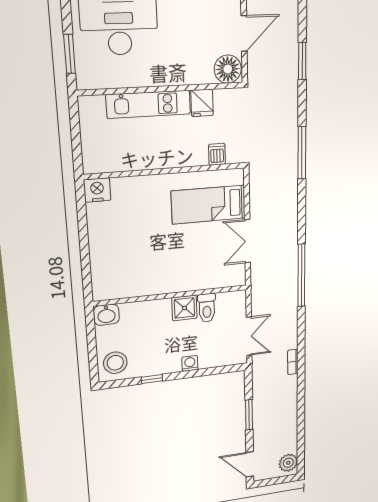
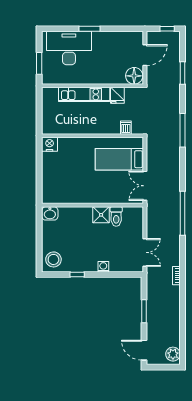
wall: (171, 295) -> (93, 205), moved
shower: (184, 308) -> (101, 215), moved
toilet: (207, 308) -> (116, 217), moved
washbasin: (106, 315) -> (50, 213), moved

